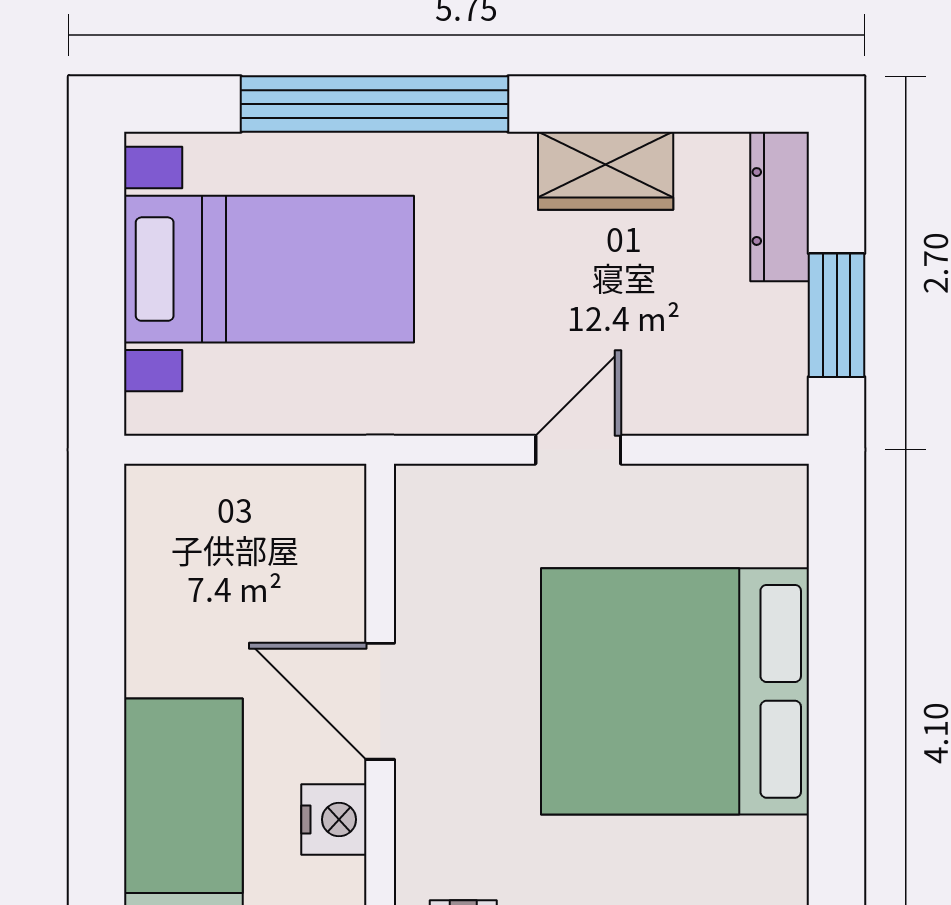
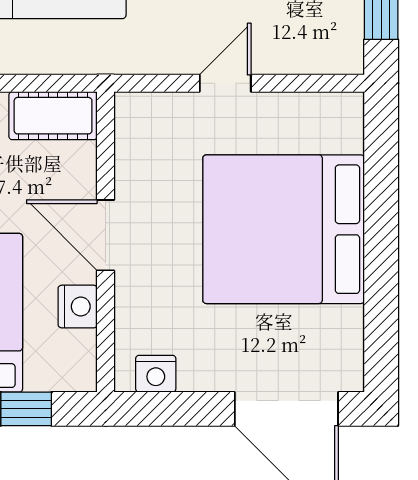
cot: (293, 503) -> (53, 116), added

